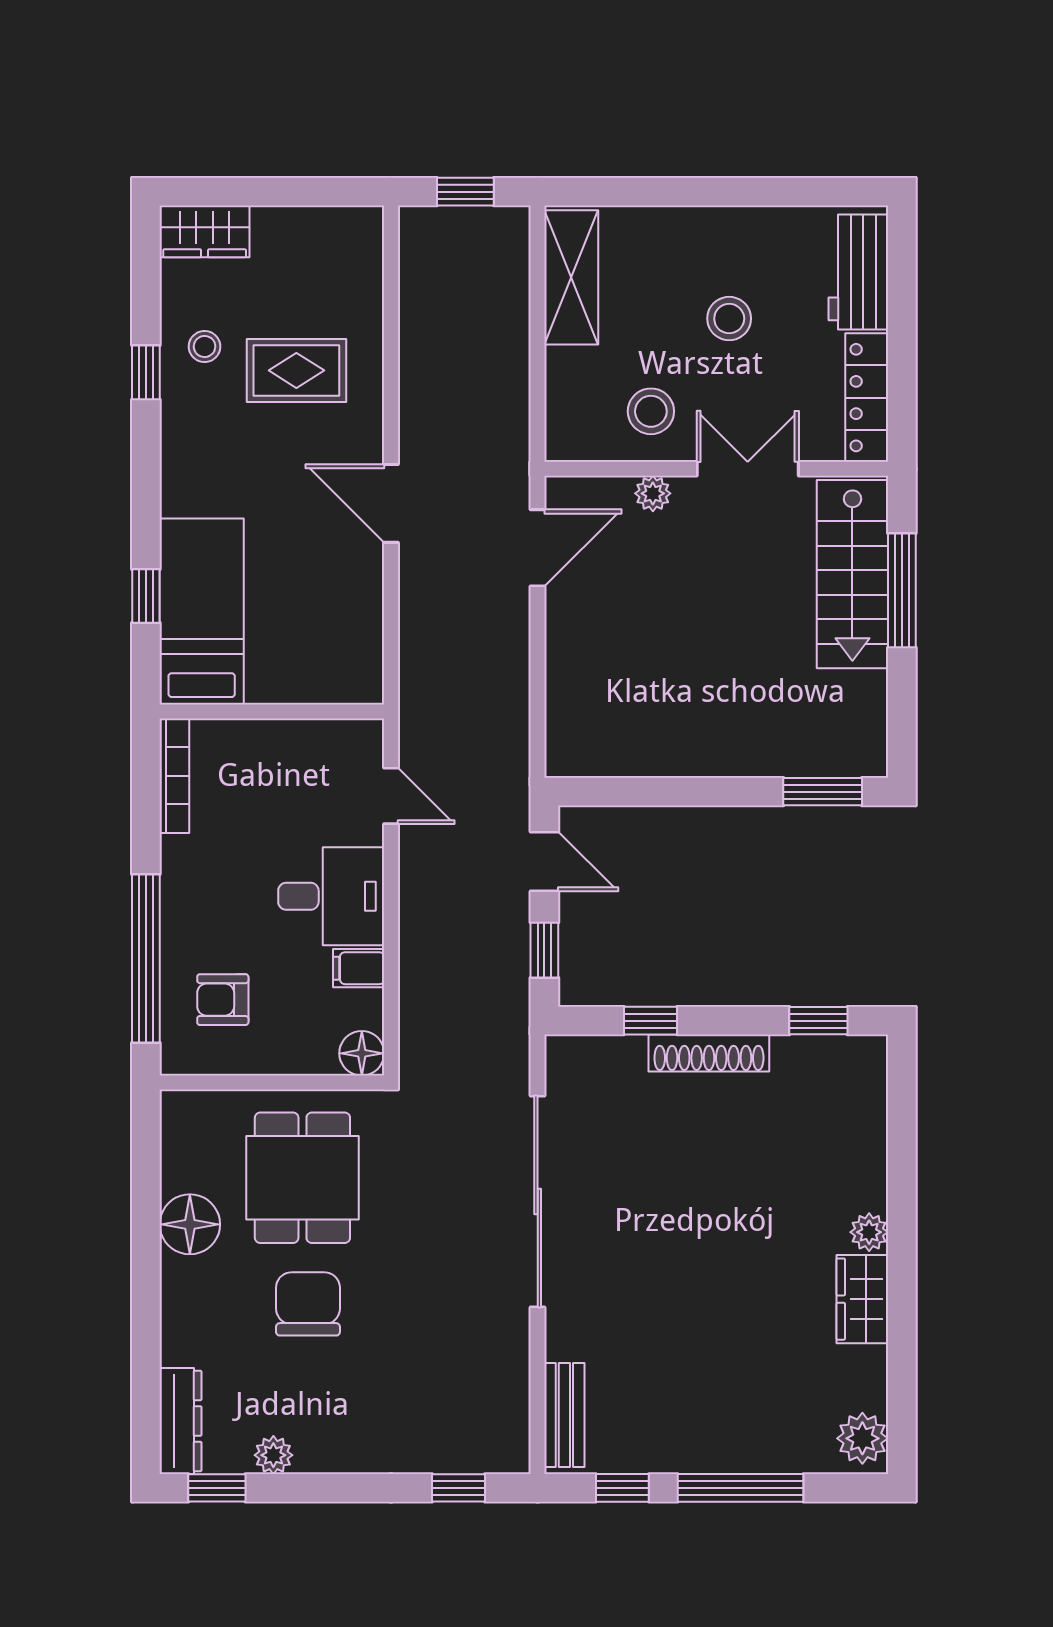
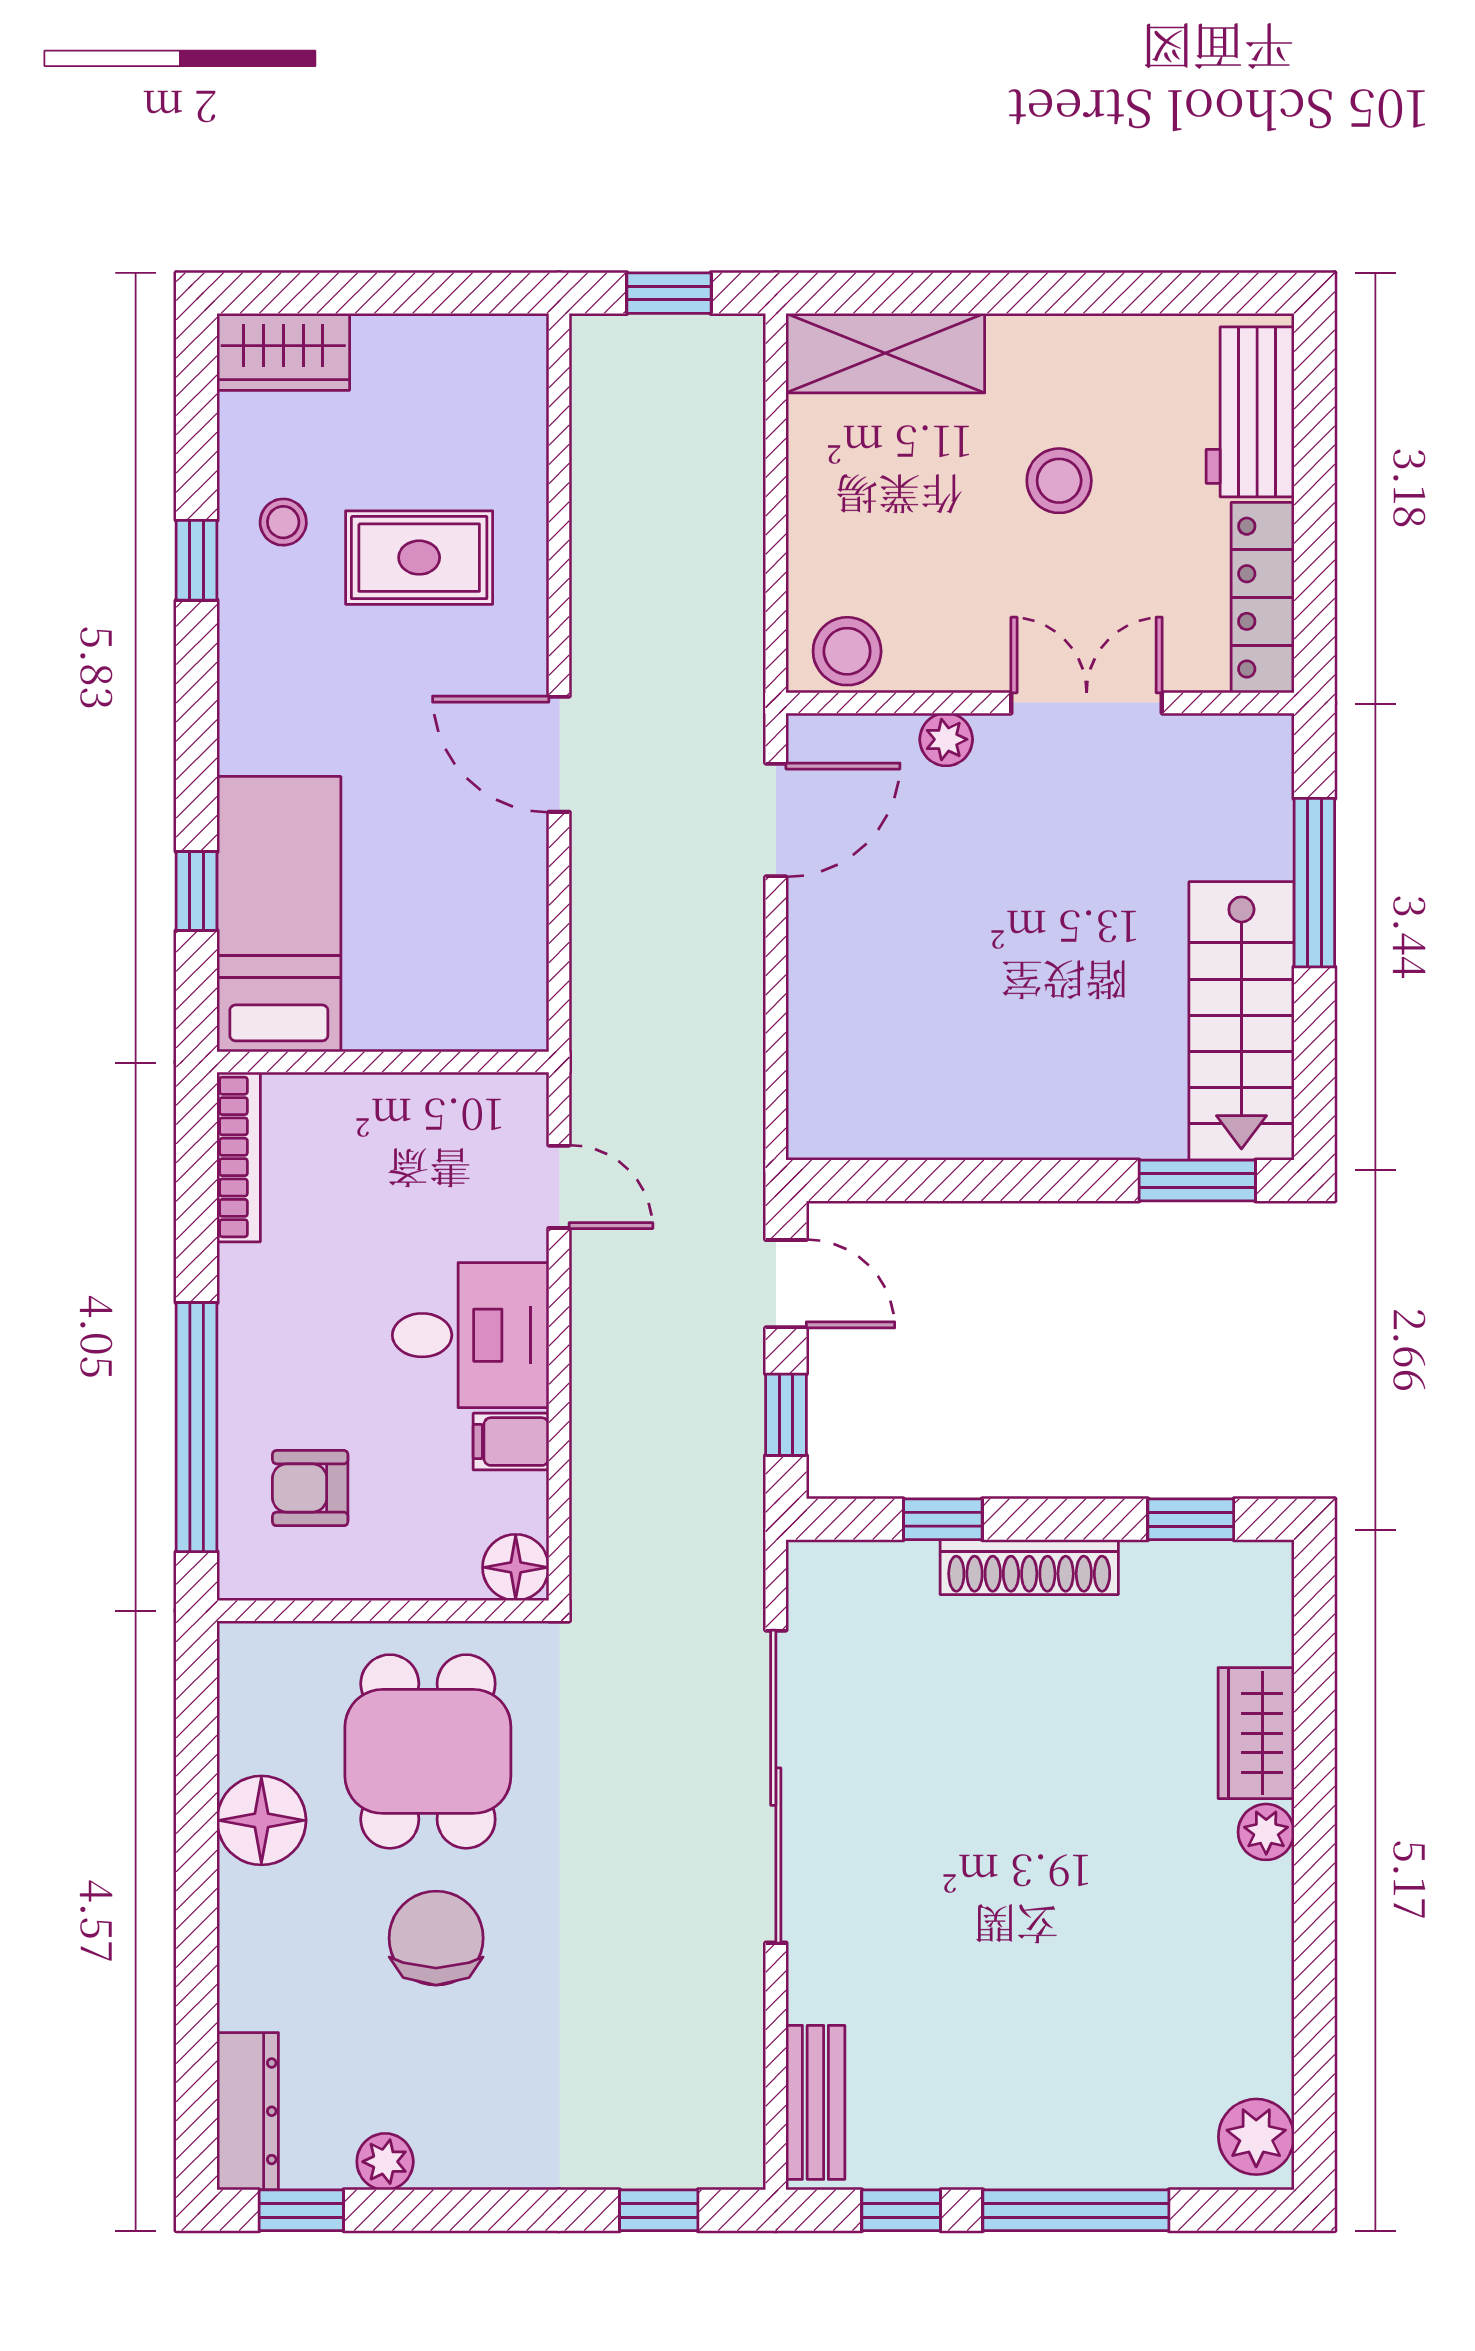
shelving: (571, 277) -> (885, 353), moved, turned 90
stool: (651, 411) -> (847, 651), moved
stairs: (852, 574) -> (1241, 1021), moved
wardrobe: (862, 1299) -> (1256, 1733), moved

